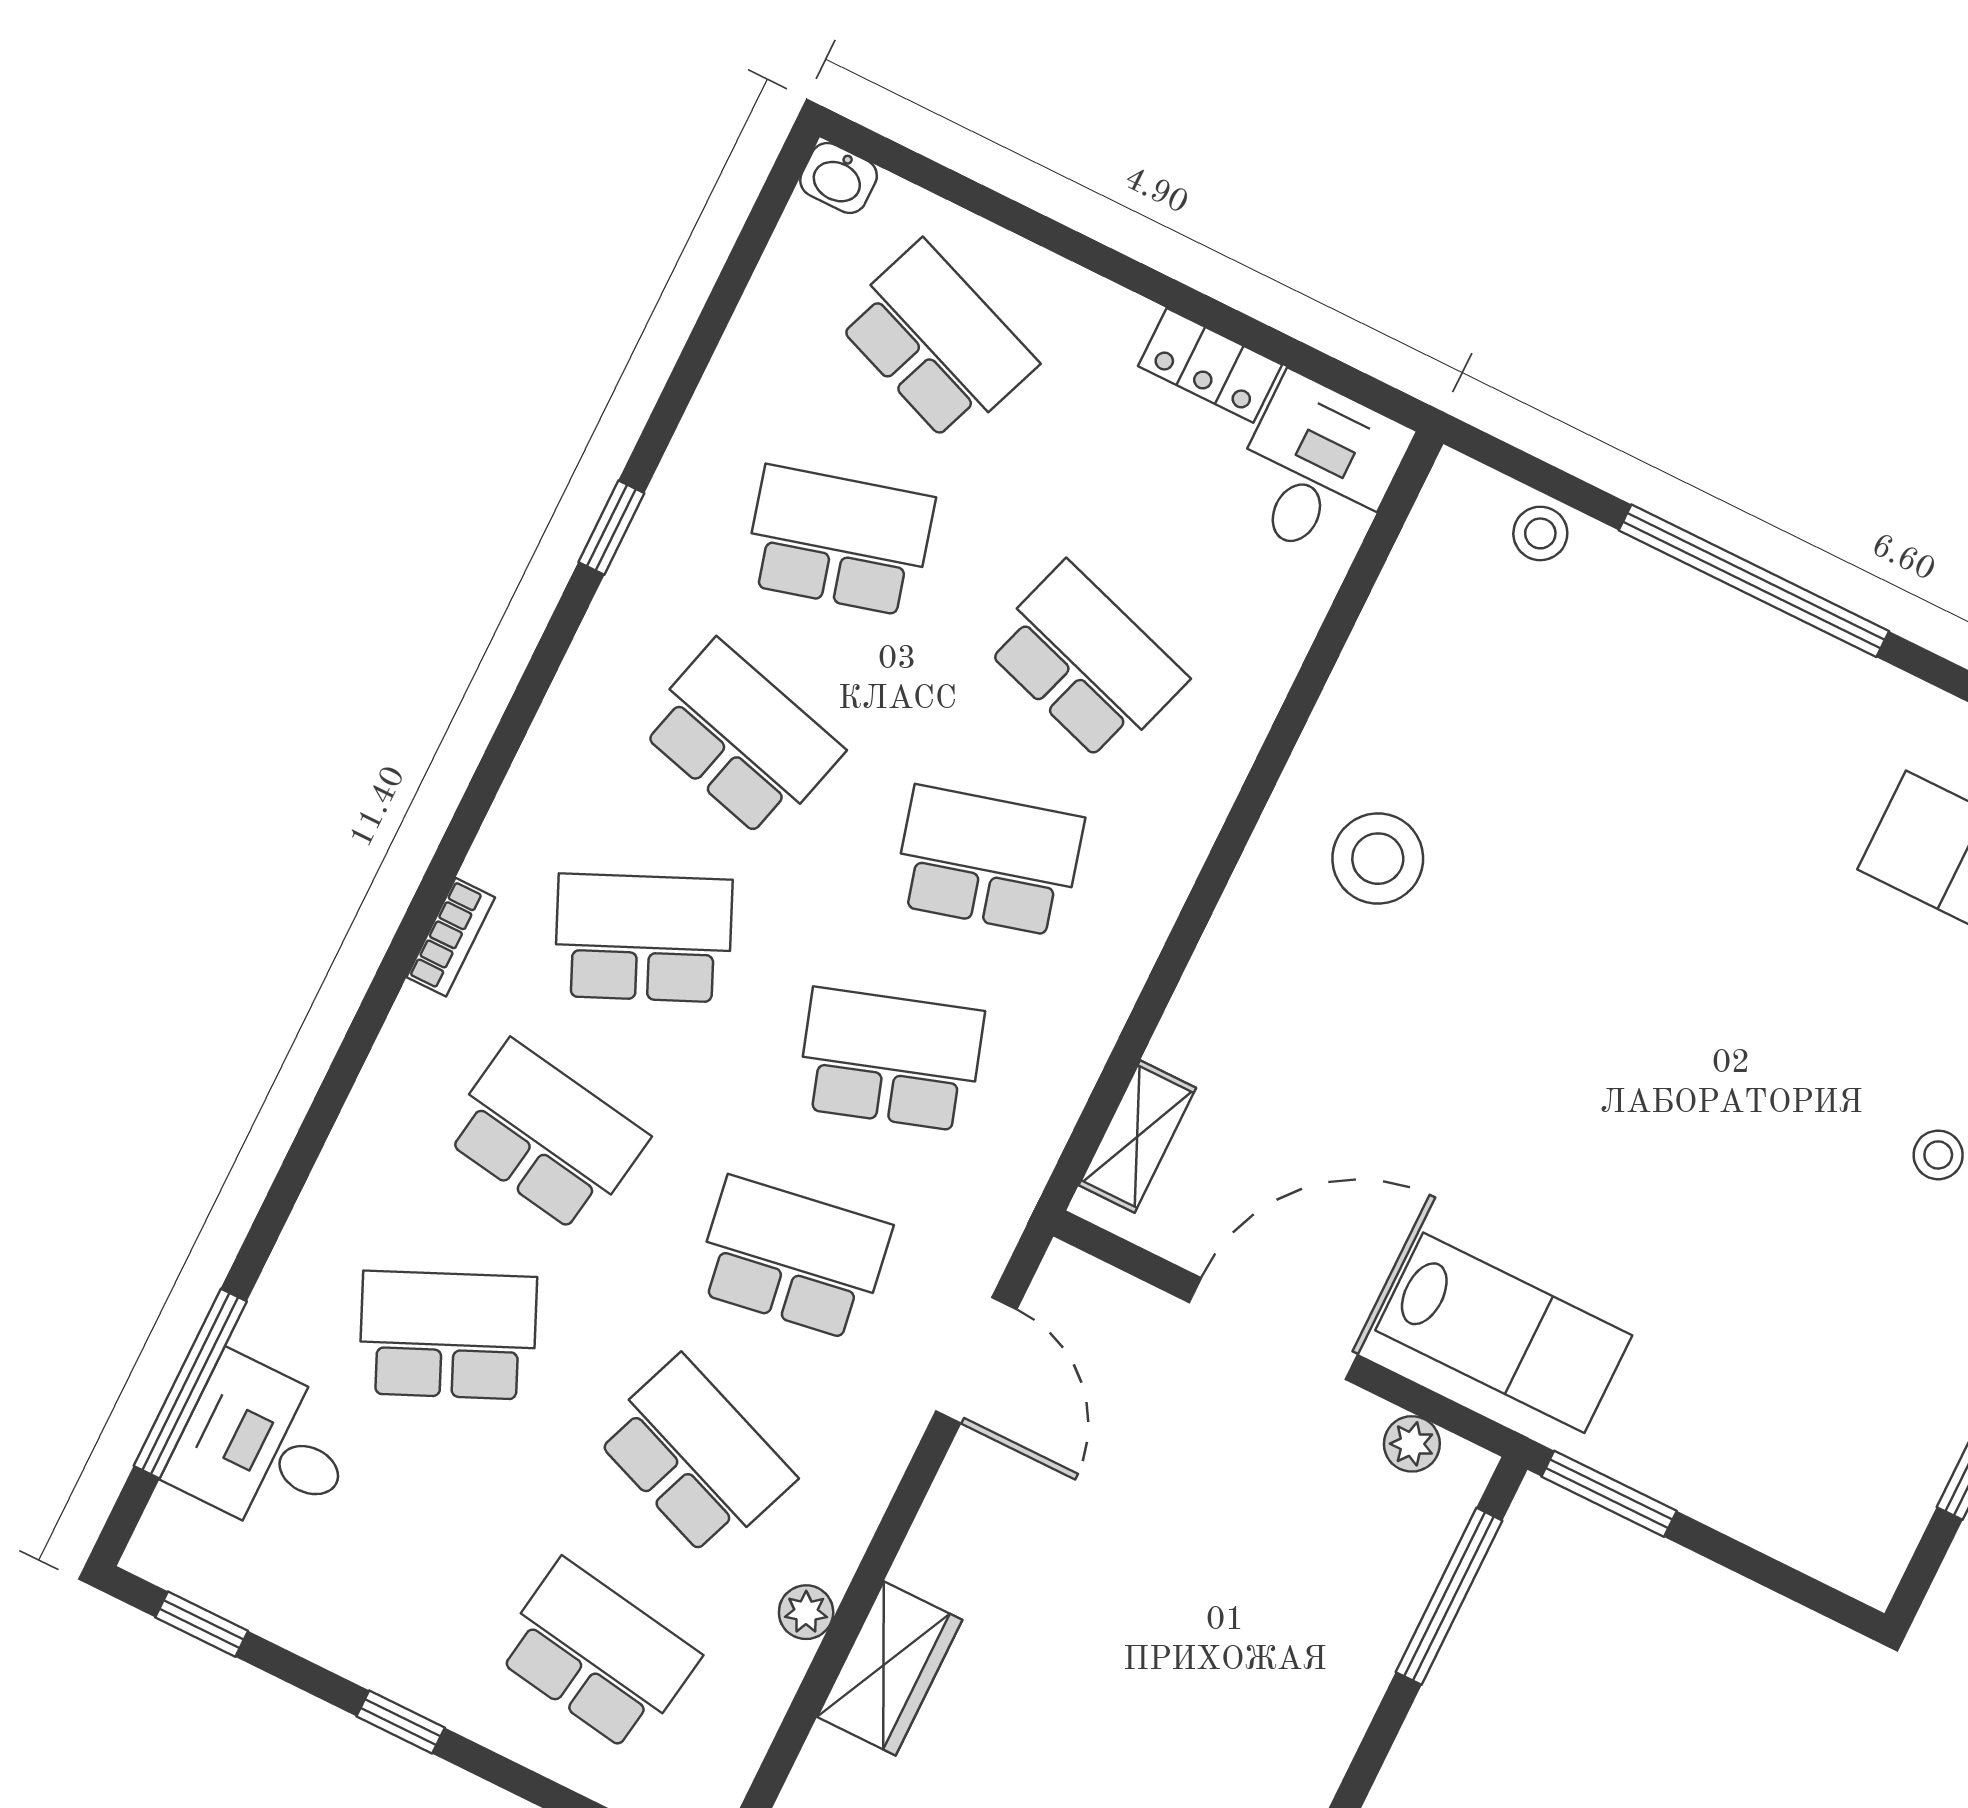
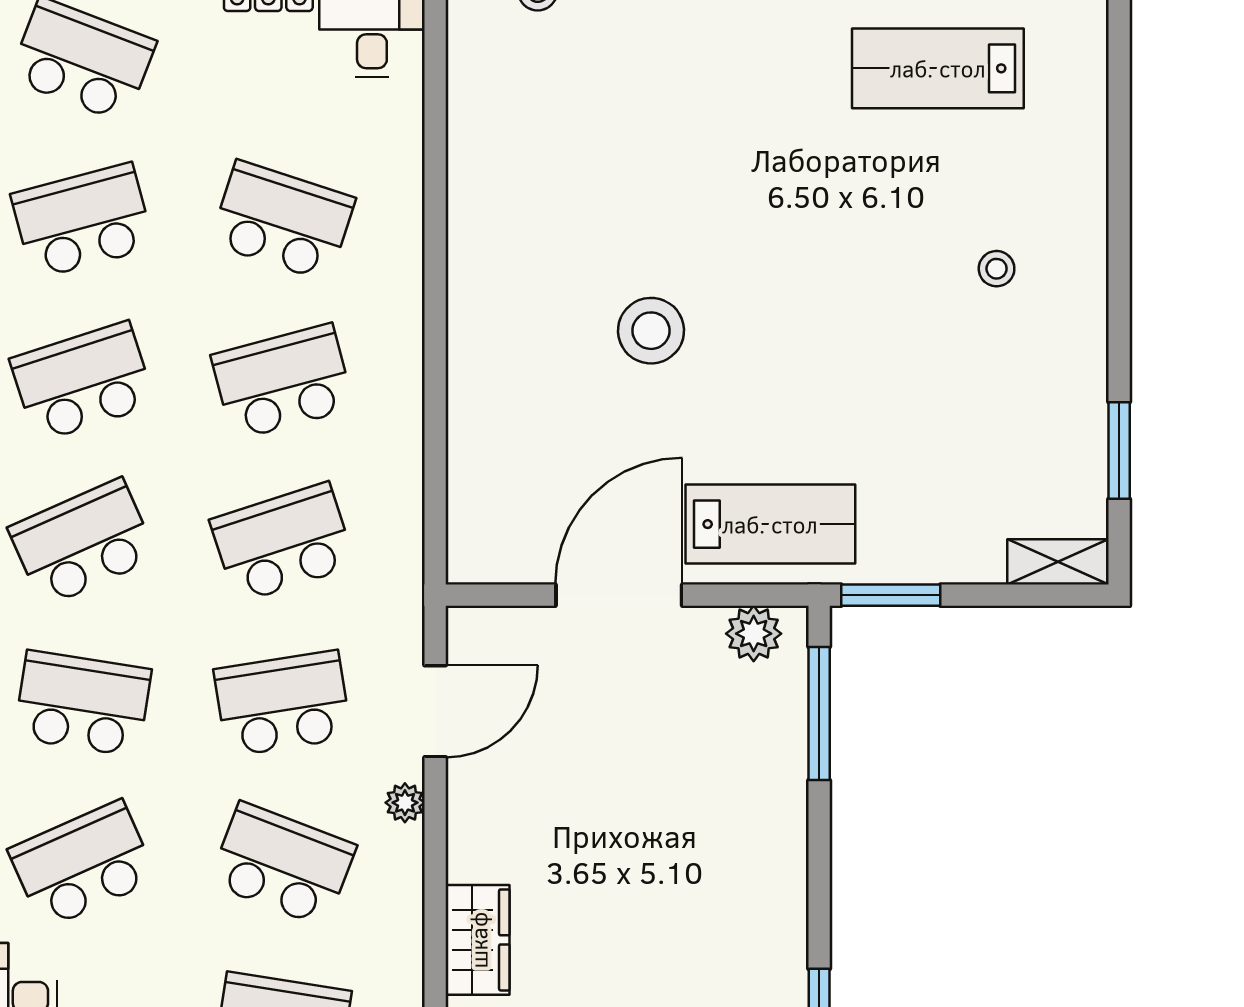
school desk: (741, 739) -> (83, 382), turned -33
stool: (1378, 859) -> (651, 331), moved
shelving: (1137, 1137) -> (1058, 562), moved, turned 90
door: (976, 1360) -> (435, 711), hinge flipped
plant: (1412, 1444) -> (754, 634), width x1.38, depth x1.38
plant: (806, 1612) -> (405, 803), moved

